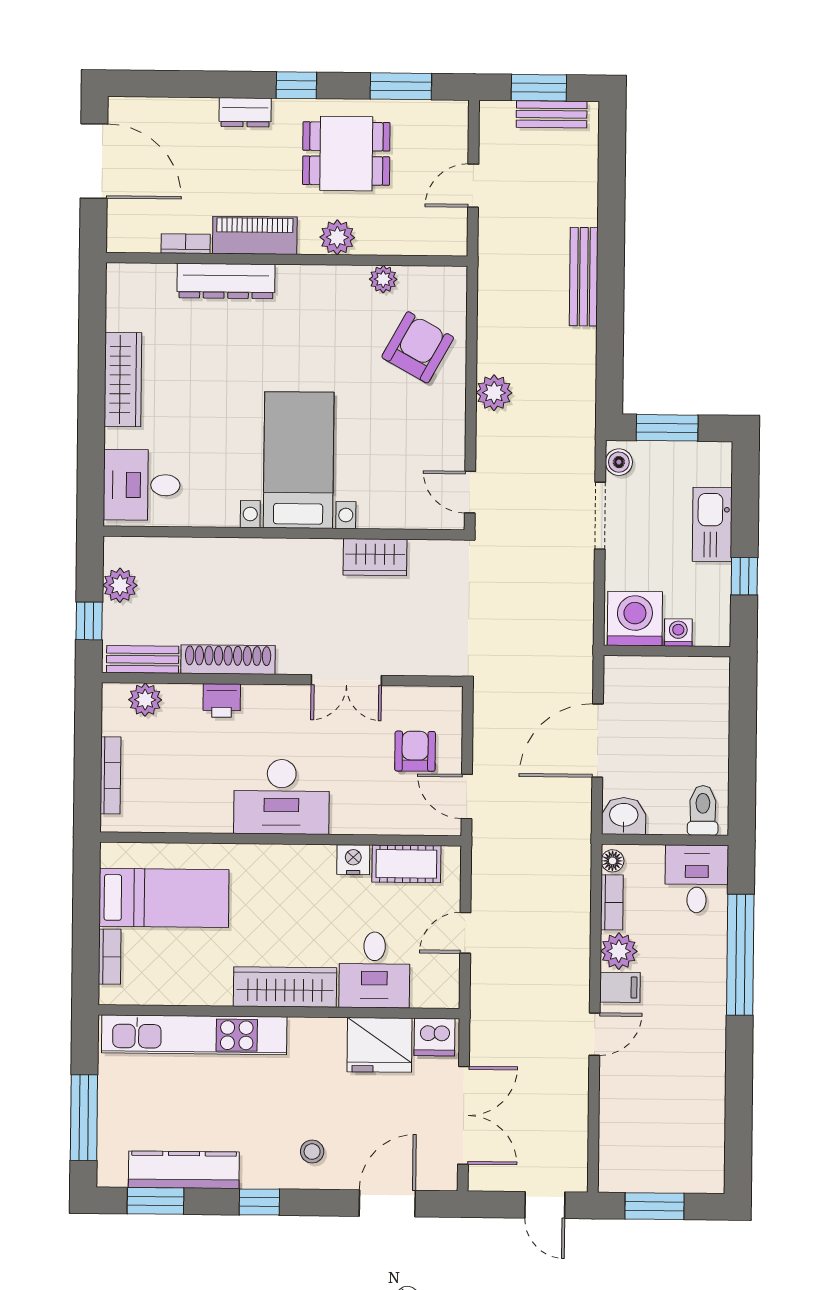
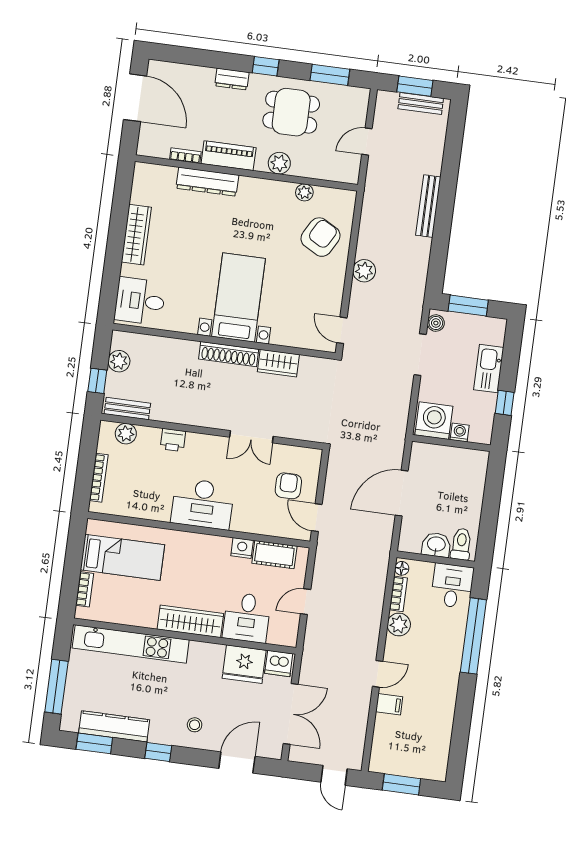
shoe rack: (228, 660) -> (229, 354), moved, turned 180
washbasin: (624, 816) -> (436, 545), moved
filing cabinet: (620, 987) -> (389, 704), moved

